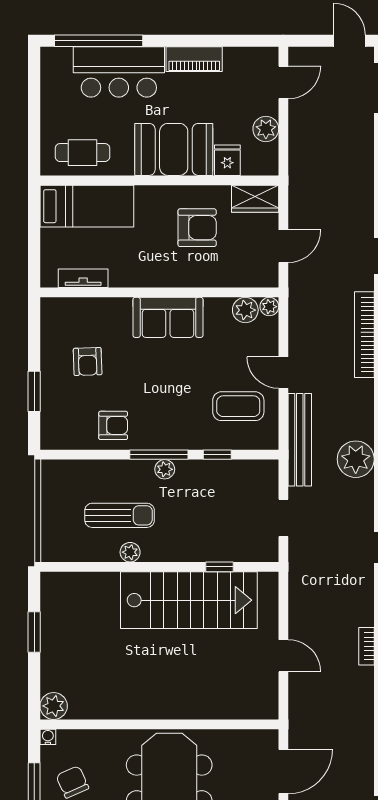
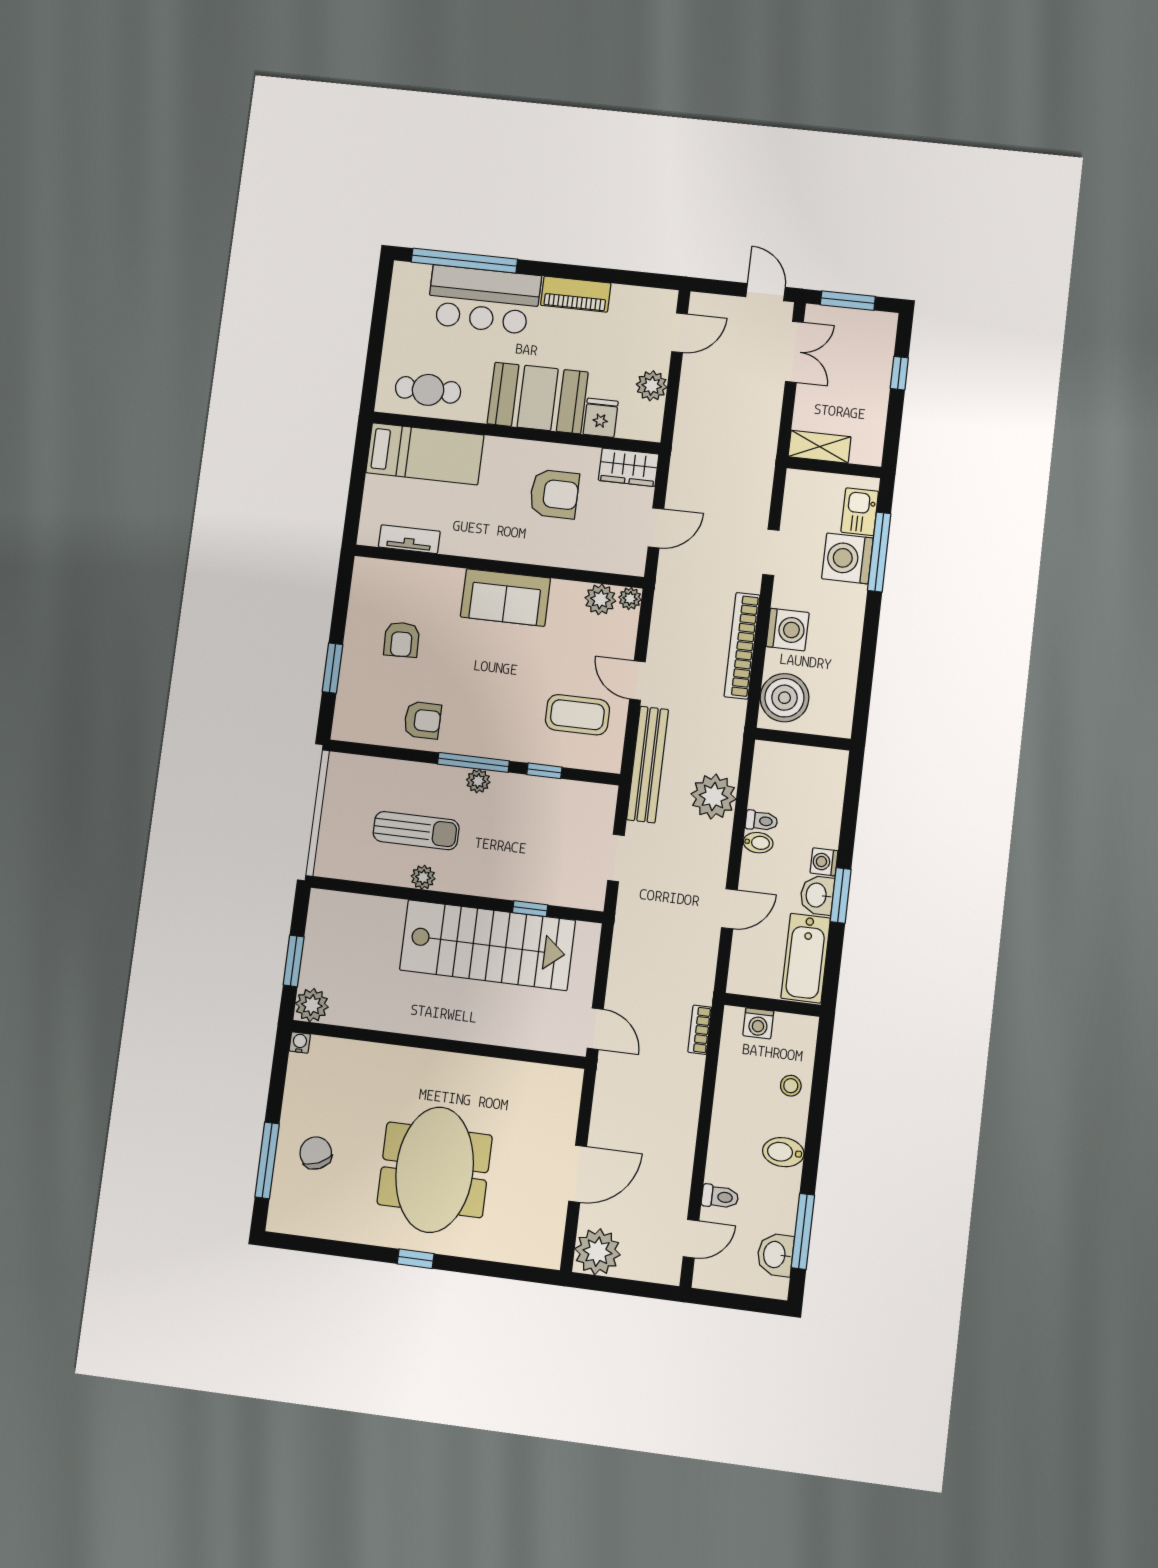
plant: (54, 706) -> (312, 1005), moved
wall: (159, 724) -> (438, 1044), moved
water cooler: (48, 737) -> (300, 1043), moved

